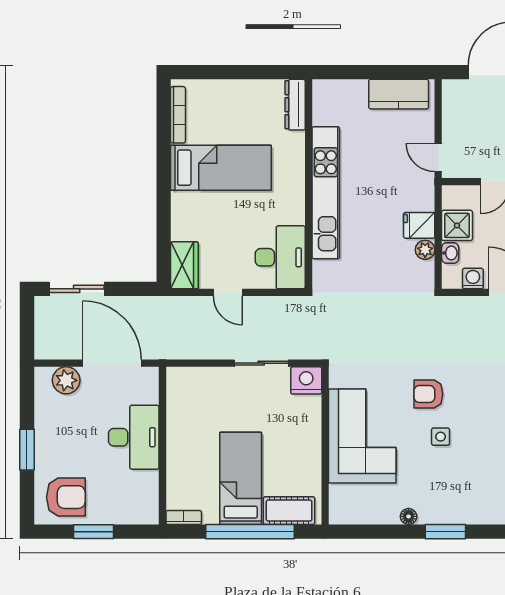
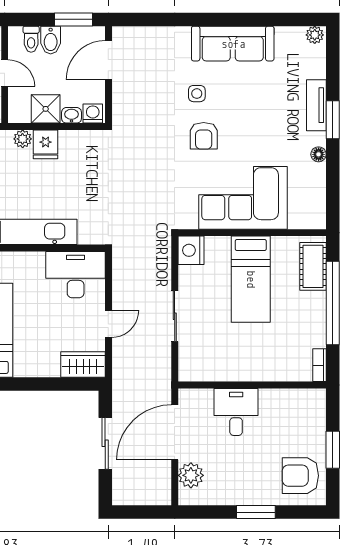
plant: (425, 250) -> (23, 139), moved
washing machine: (473, 279) -> (93, 114), moved, turned 90
sliding door: (77, 289) -> (105, 443), moved
sliding door: (261, 363) -> (175, 316), moved
desk: (134, 437) -> (236, 412), width x0.73
side table: (441, 437) -> (197, 94), moved
bed: (241, 478) -> (251, 279), moved, turned -90
armchair: (66, 497) -> (300, 476), turned -90
tv unit: (461, 514) -> (316, 105), added

